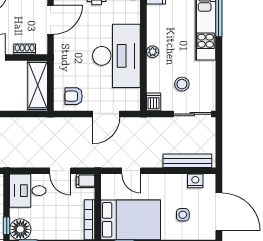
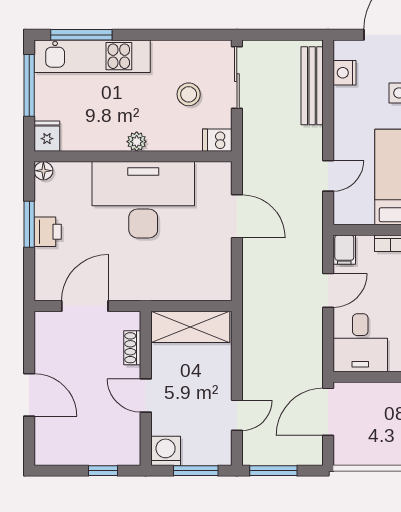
door: (51, 20) -> (85, 306), hinge flipped
armchair: (74, 96) -> (208, 269), removed

